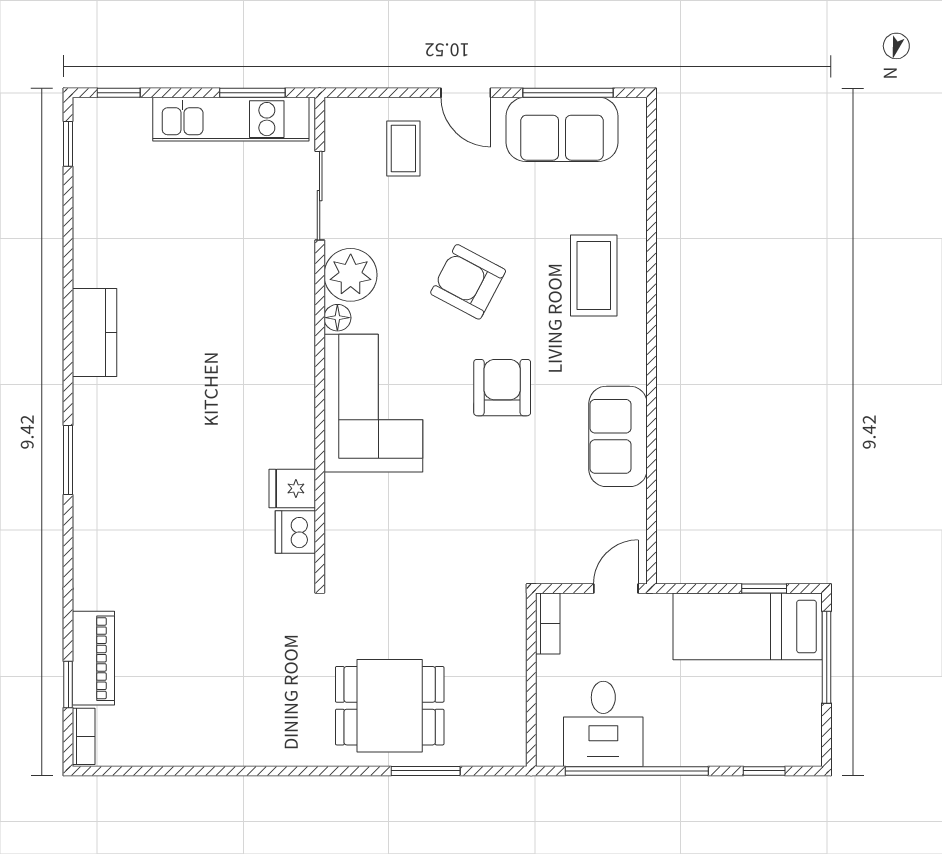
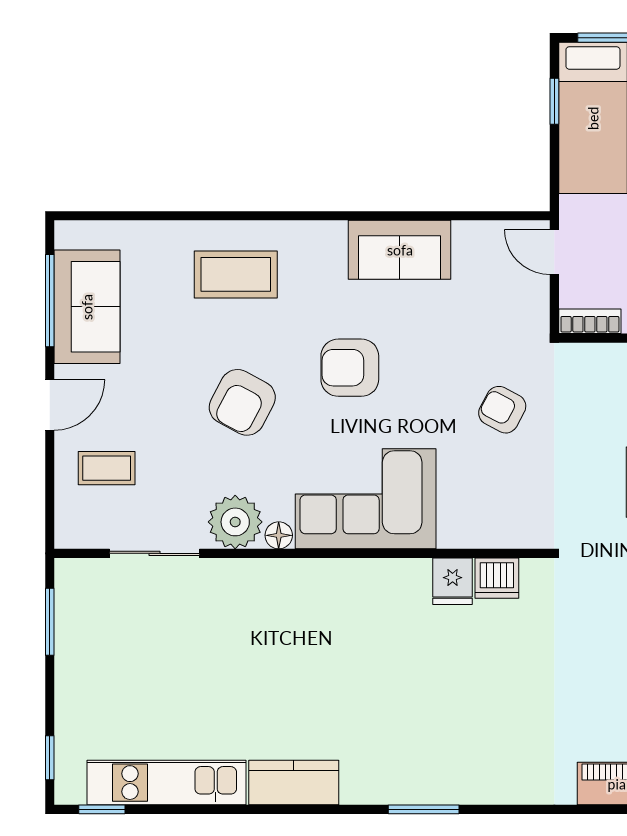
kitchen unit: (231, 119) -> (166, 783), moved, turned -90
armchair: (461, 537) -> (502, 410), added

